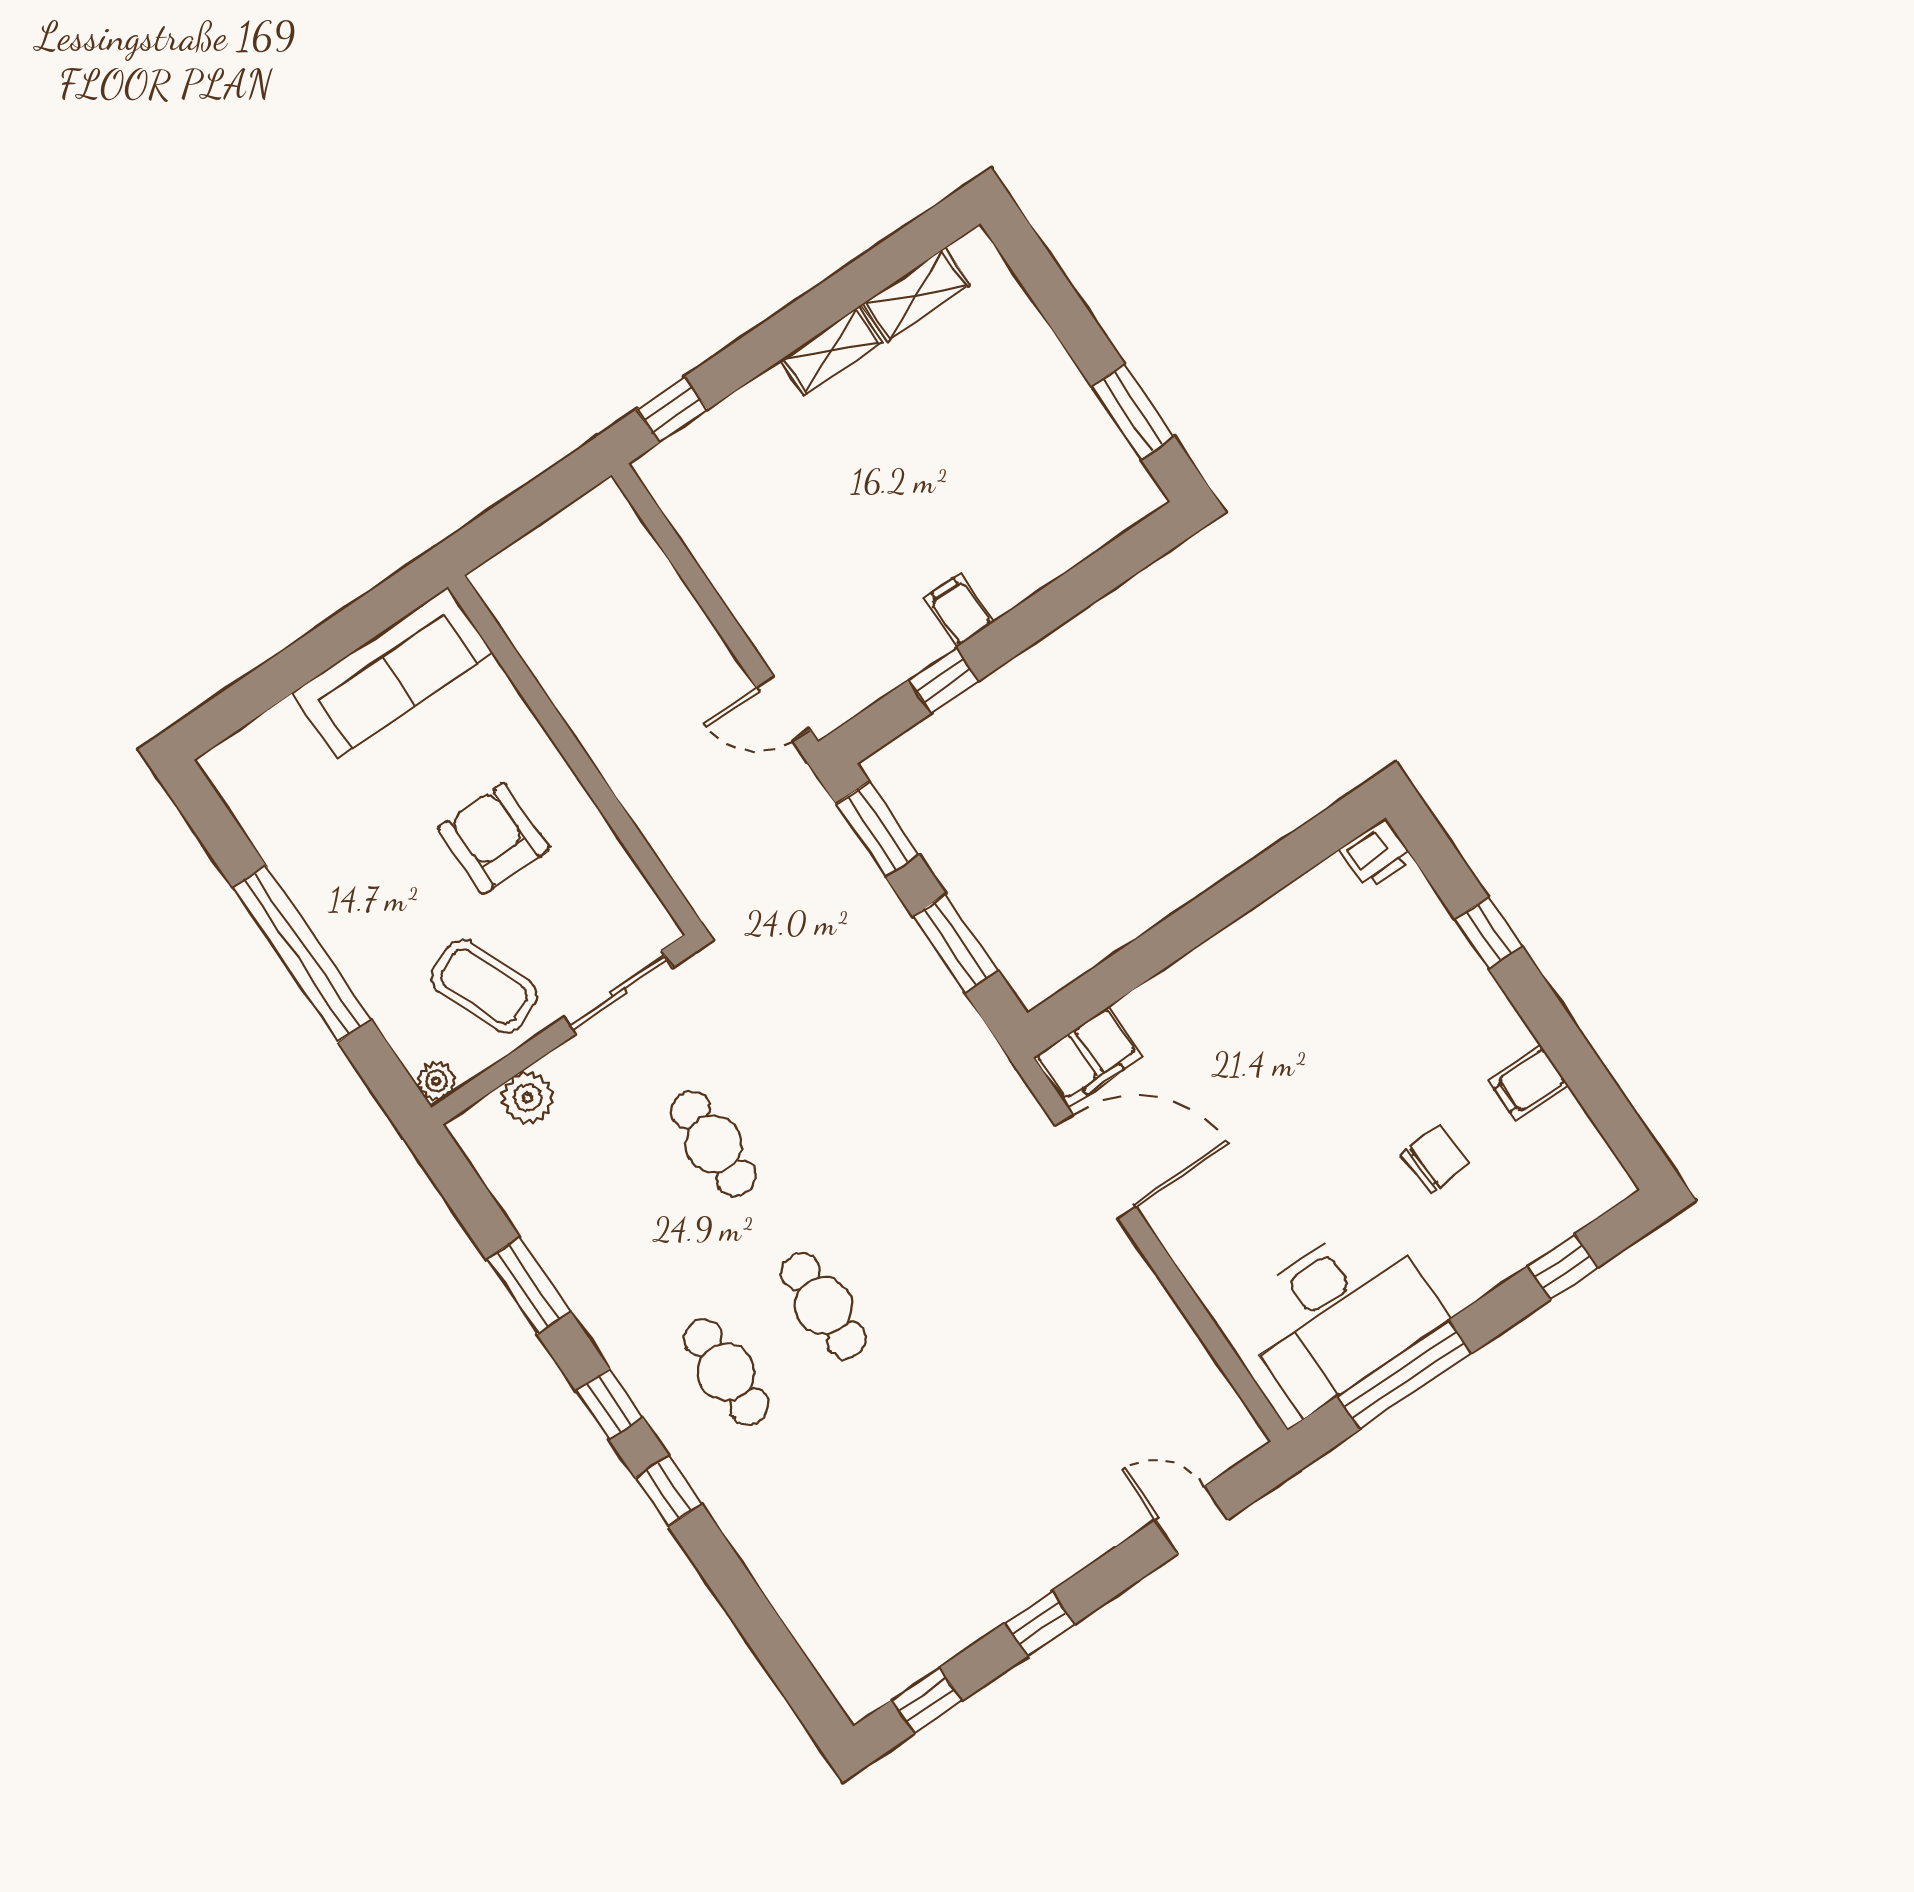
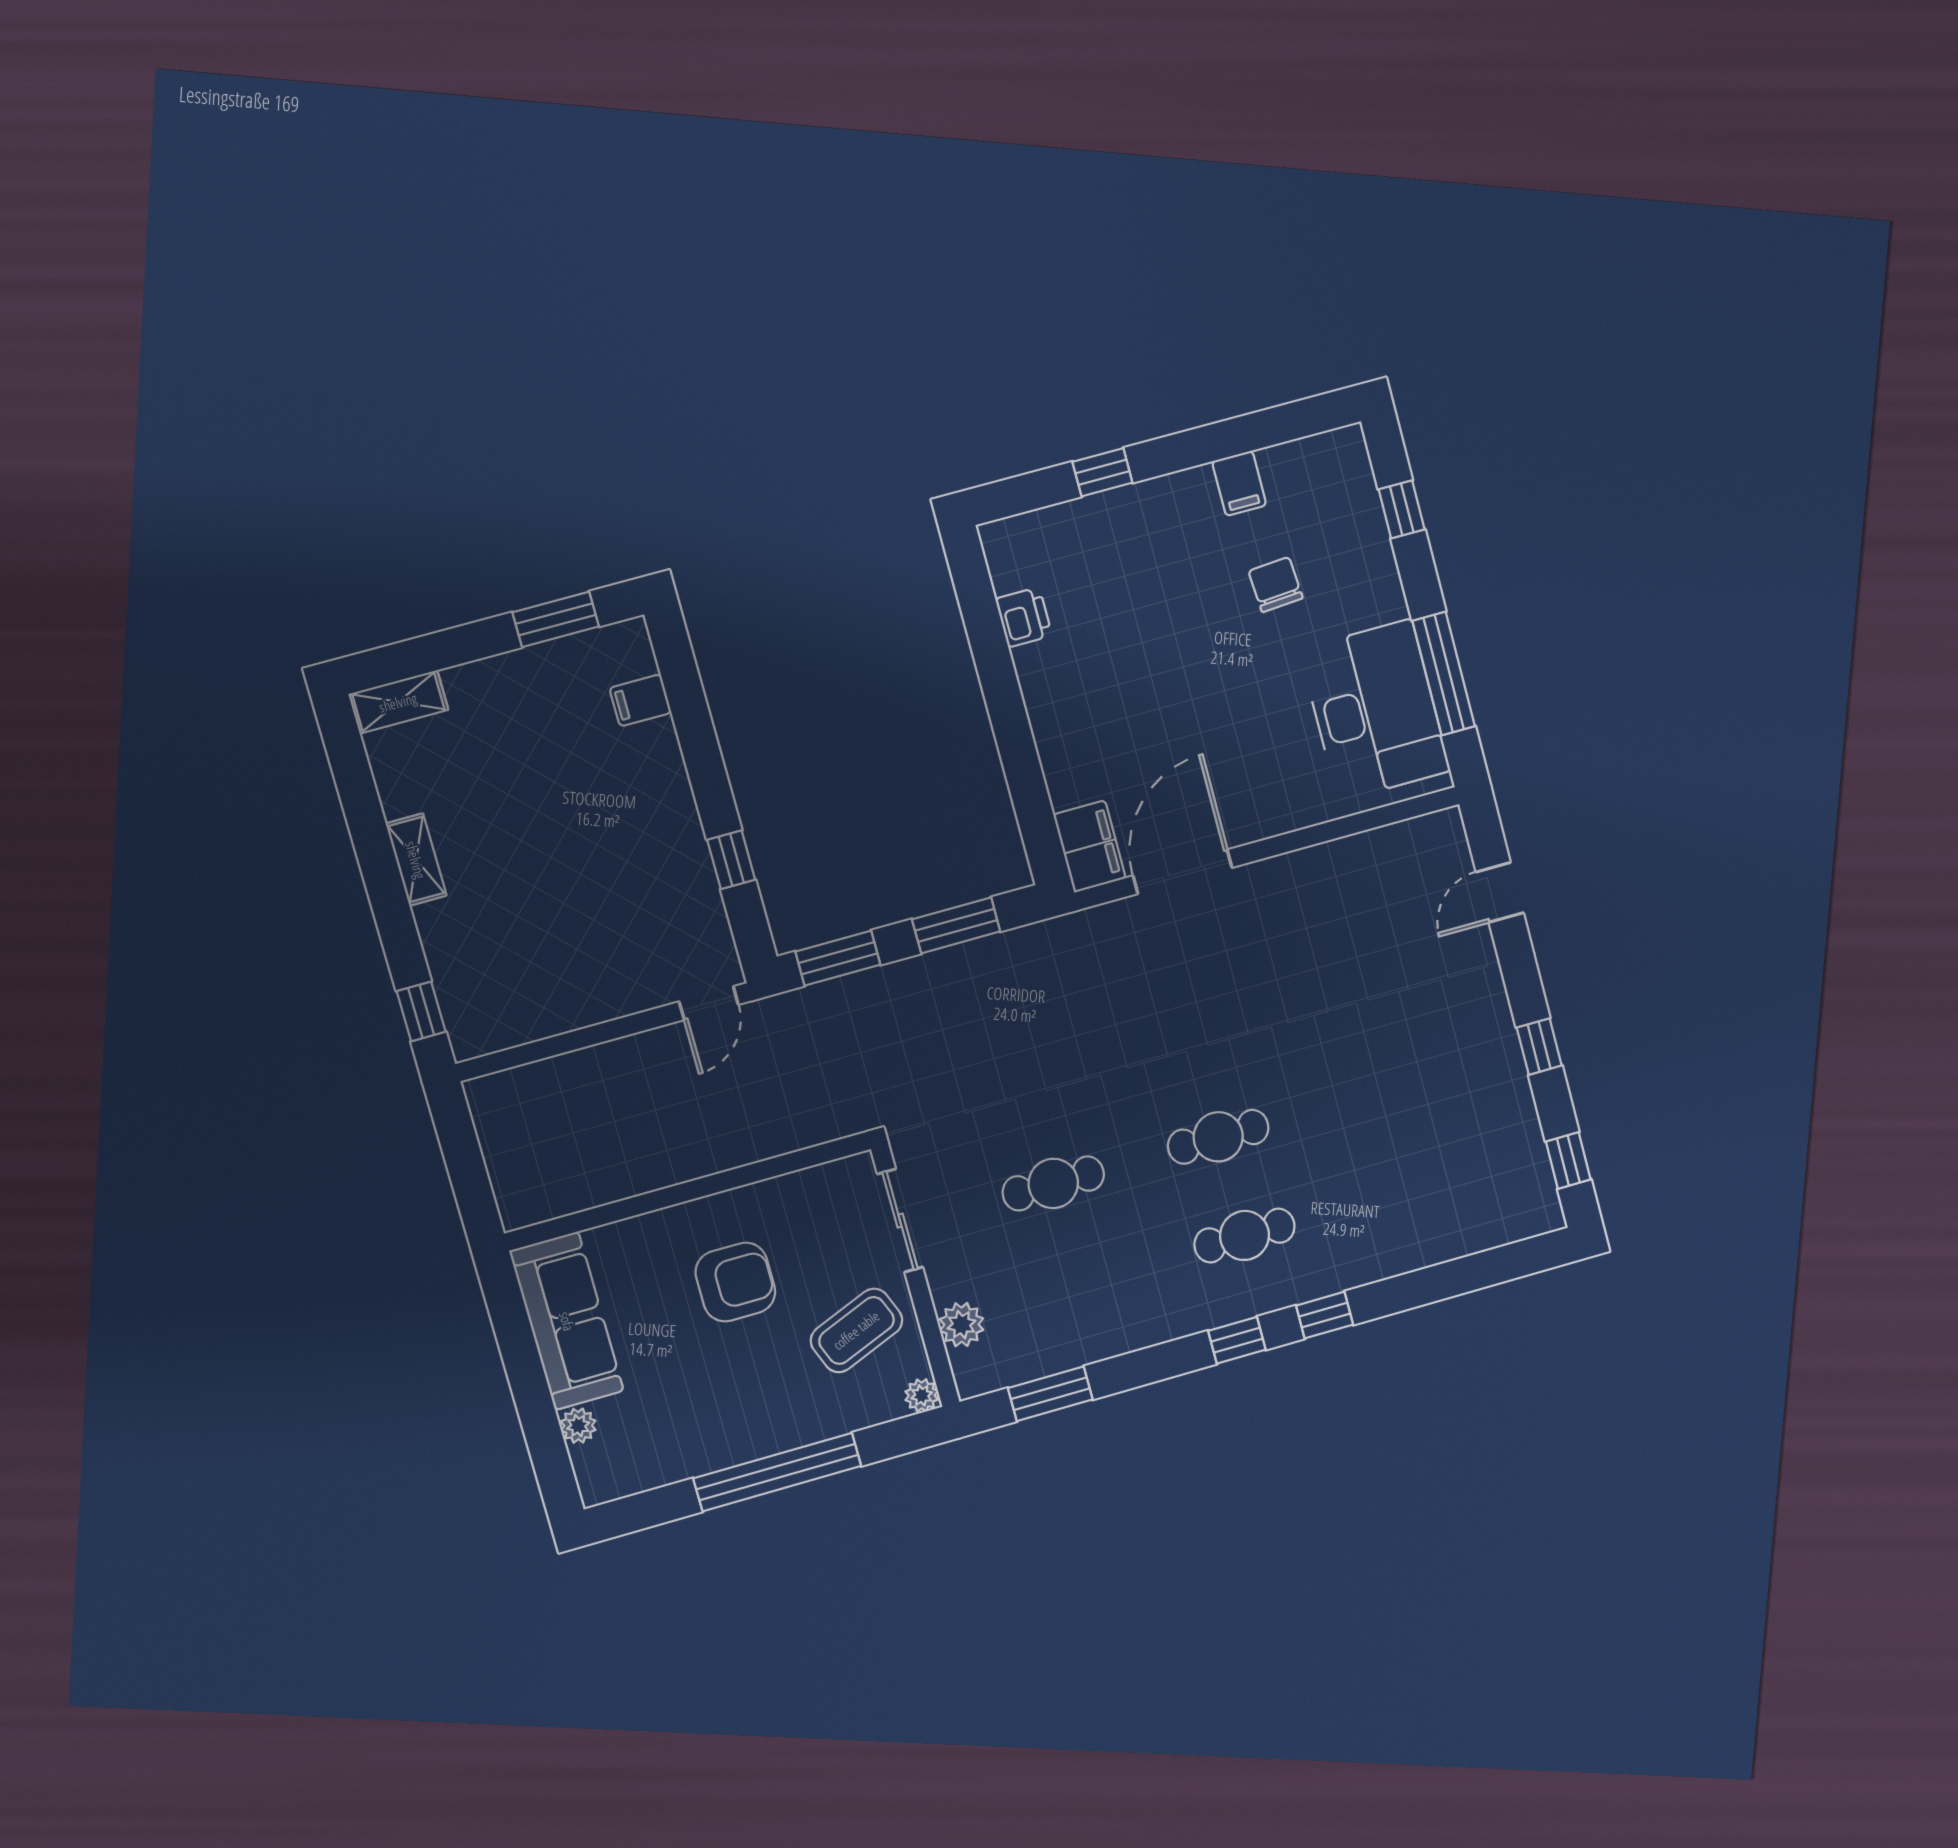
shelving: (916, 295) -> (398, 702), moved, turned 90
filing cabinet: (959, 610) -> (640, 700), moved
plant: (283, 723) -> (578, 1426), added
armchair: (493, 838) -> (735, 1282), turned 180
printer: (1377, 854) -> (1024, 617), moved
window: (528, 1286) -> (1050, 1394), moved

